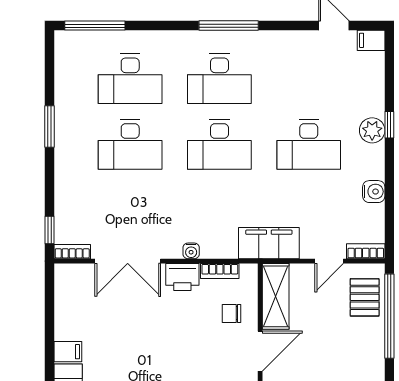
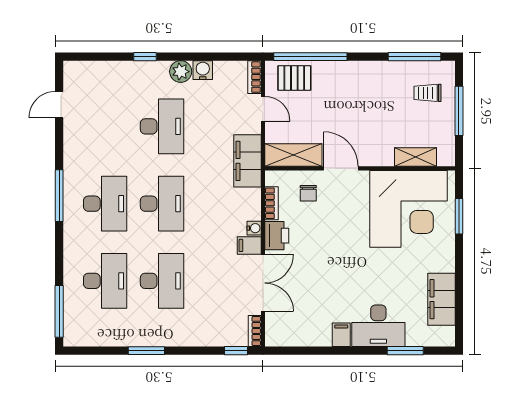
filing cabinet: (371, 40) -> (249, 245), moved, turned 90
plant: (372, 130) -> (181, 72), moved

